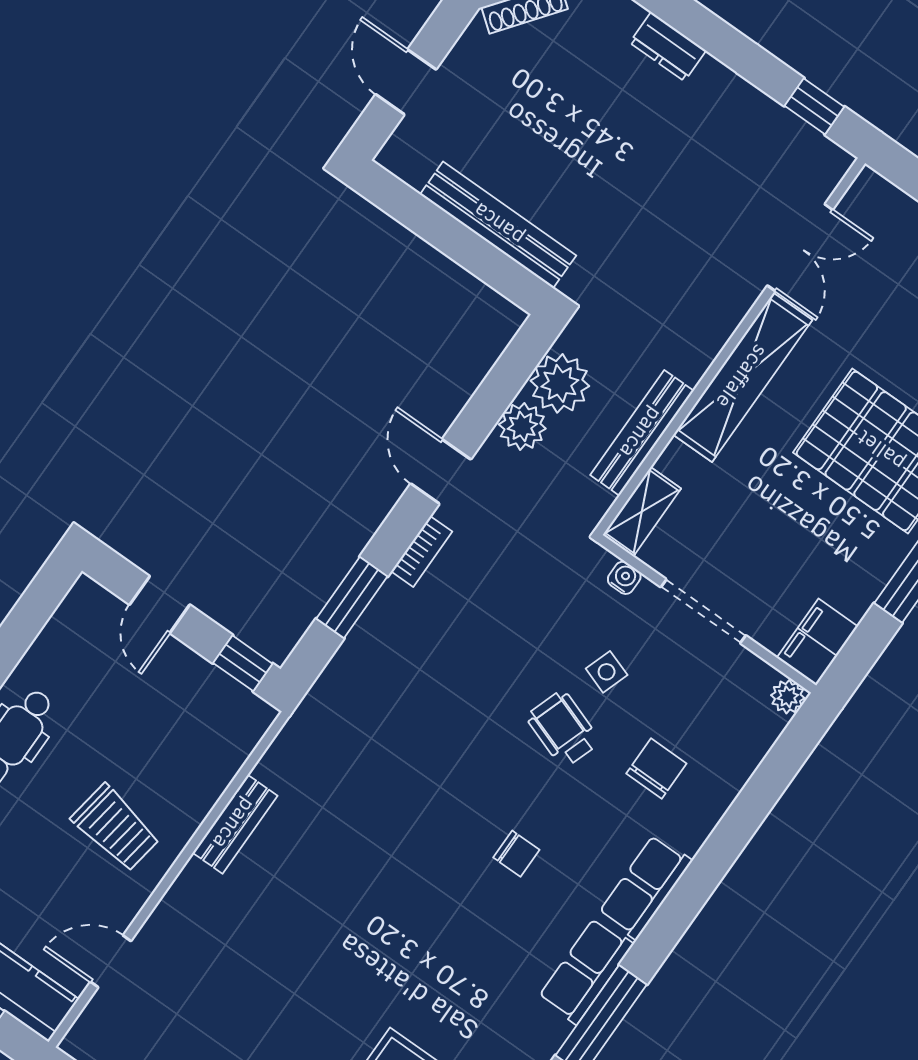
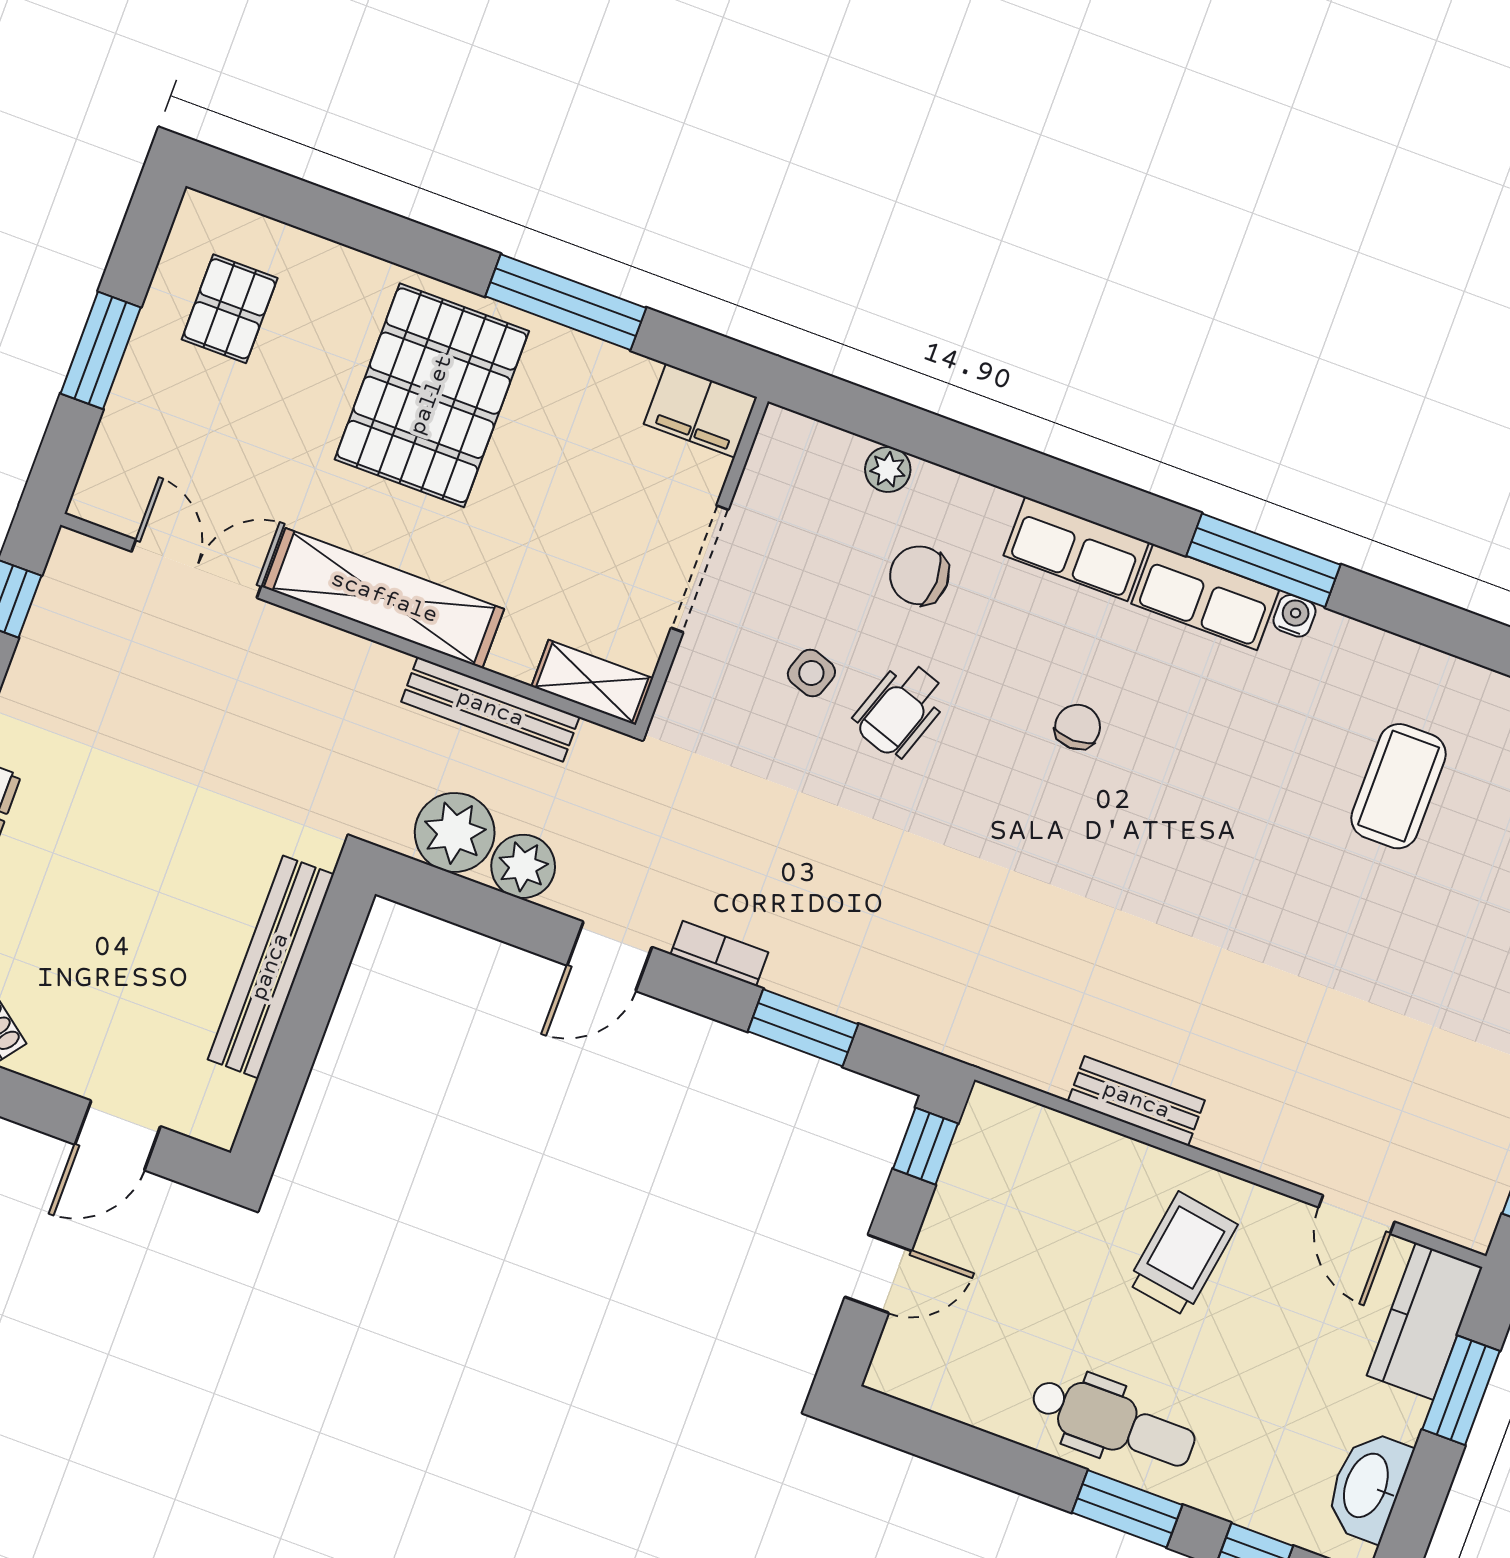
water cooler: (624, 578) -> (1294, 616), moved, turned 90
plant: (788, 697) -> (888, 469), moved

